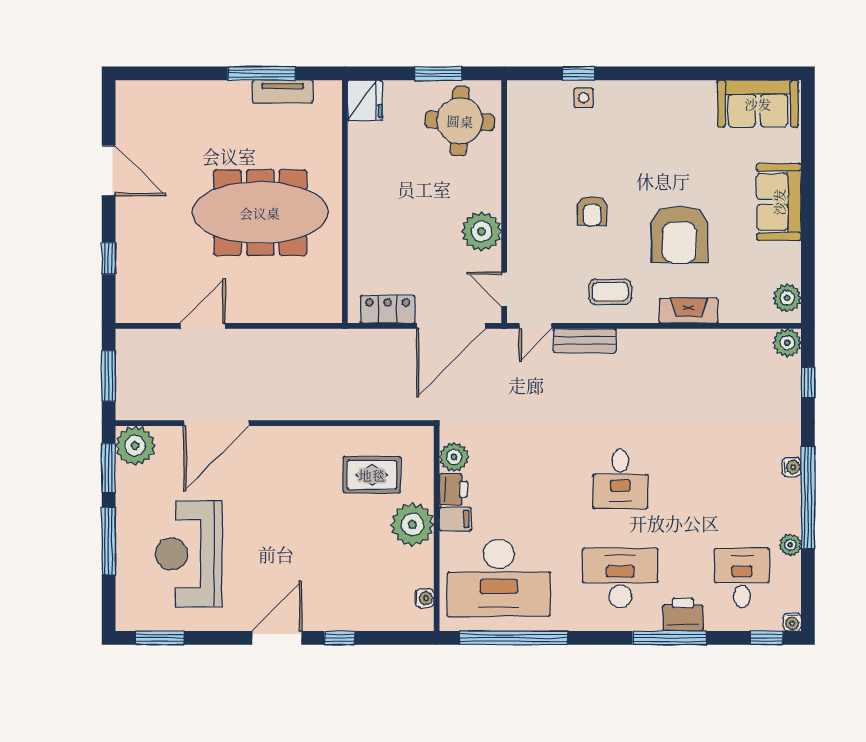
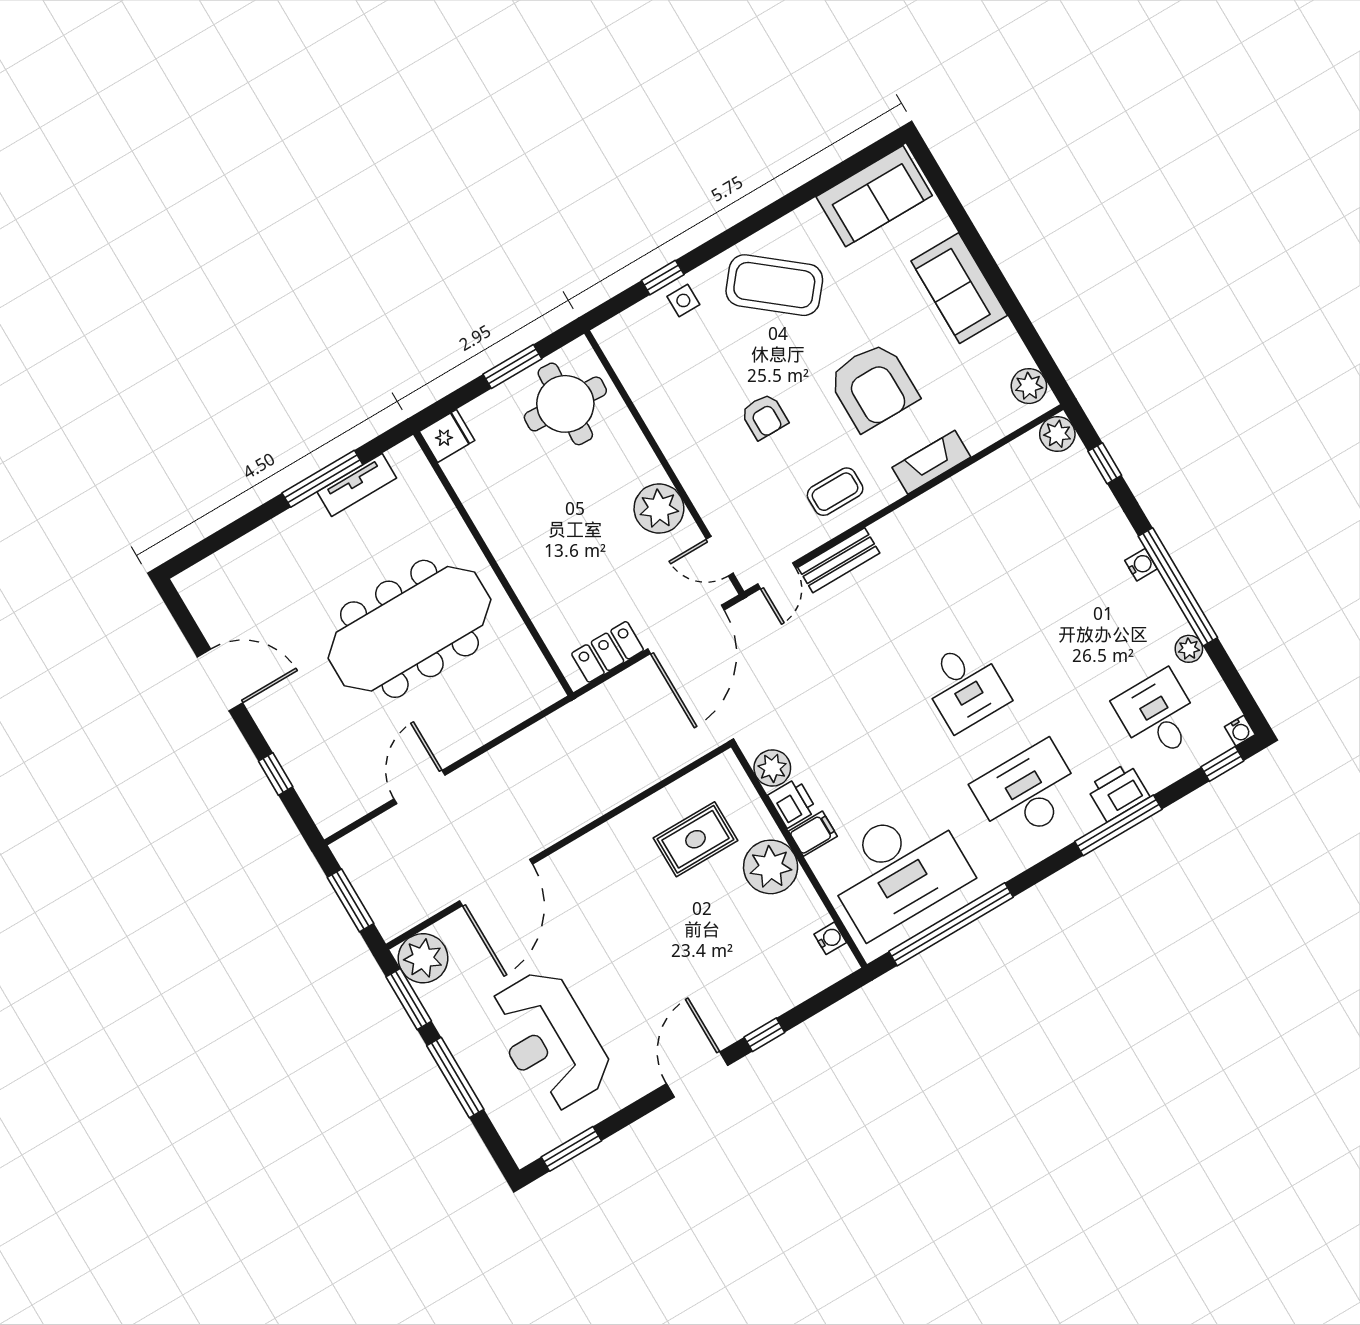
fridge: (365, 100) -> (447, 436), width x0.72
coffee table: (653, 124) -> (774, 285), added

